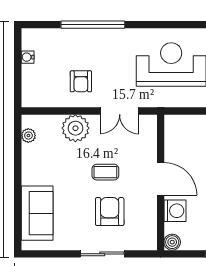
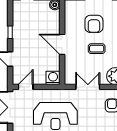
washing machine: (175, 211) -> (53, 78), moved, turned 90

